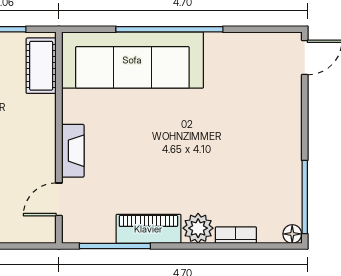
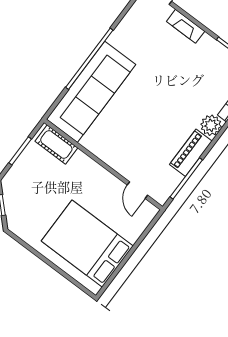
fireplace: (73, 151) -> (186, 26), moved, turned 180

